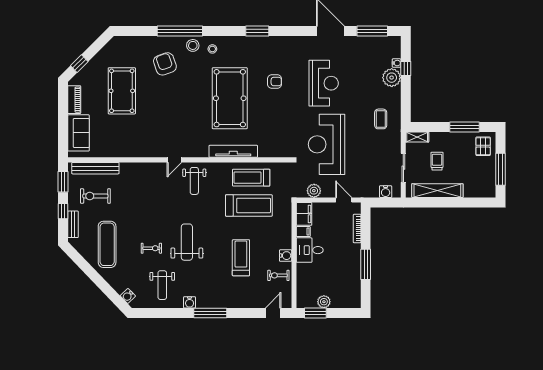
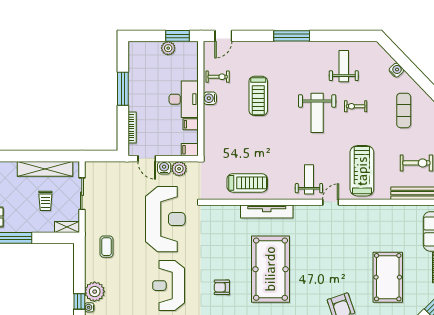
water cooler: (386, 192) -> (164, 168), moved
treadmill: (249, 205) -> (362, 171), moved, turned 90
filing cabinet: (304, 214) -> (190, 150), width x0.50
exercise mat: (107, 244) -> (404, 110), width x0.73, depth x0.69
desk: (310, 250) -> (184, 99), width x1.37
water cooler: (128, 296) -> (396, 70), moved
water cooler: (190, 302) -> (314, 47), removed

